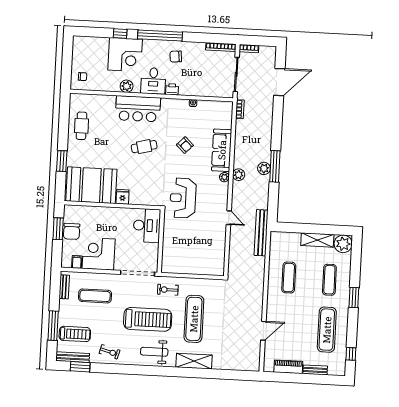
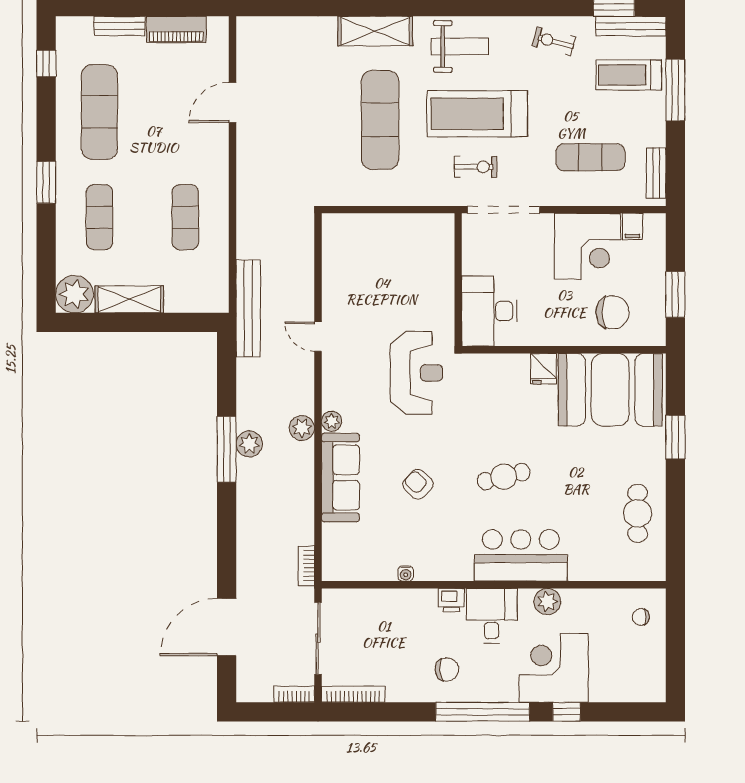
chair: (72, 231) -> (612, 312), moved, turned 90
exercise bike: (168, 290) -> (476, 167), moved

